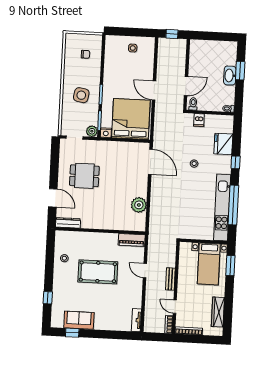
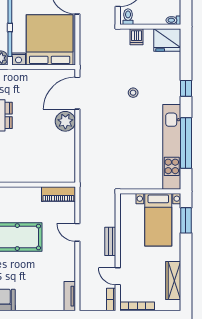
fridge: (223, 144) -> (167, 40), moved, turned -90
door: (150, 162) -> (77, 93), swing flipped
plant: (139, 205) -> (65, 121), moved

